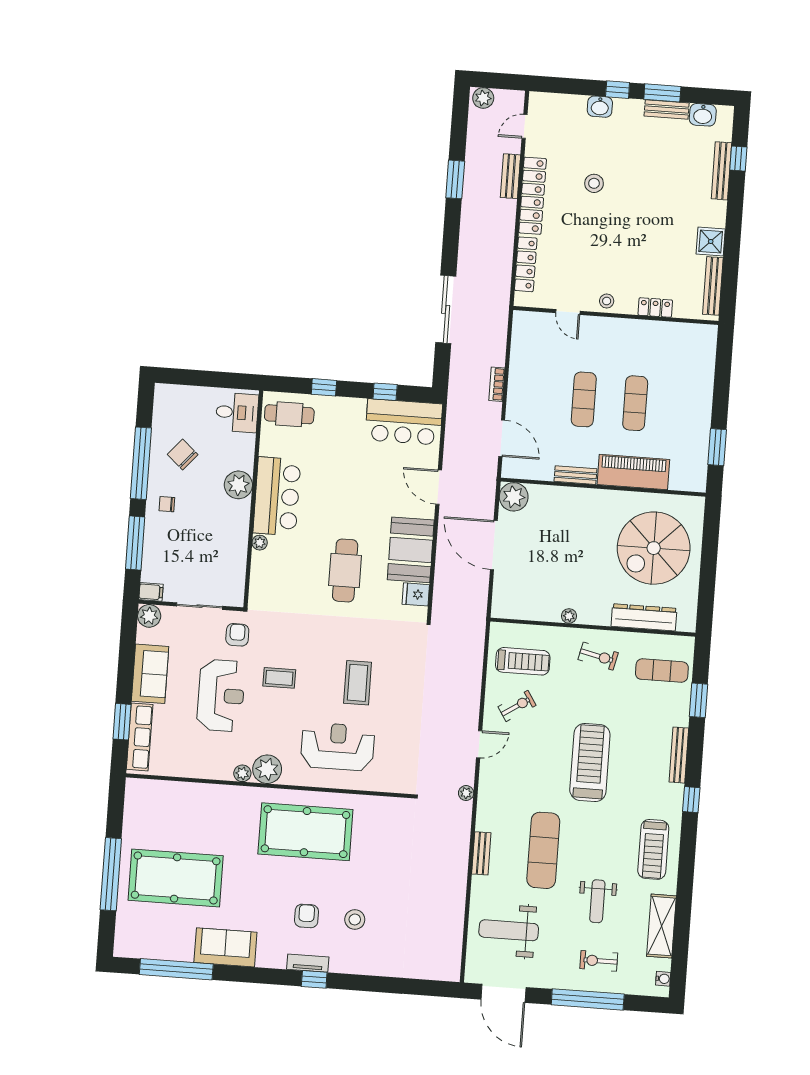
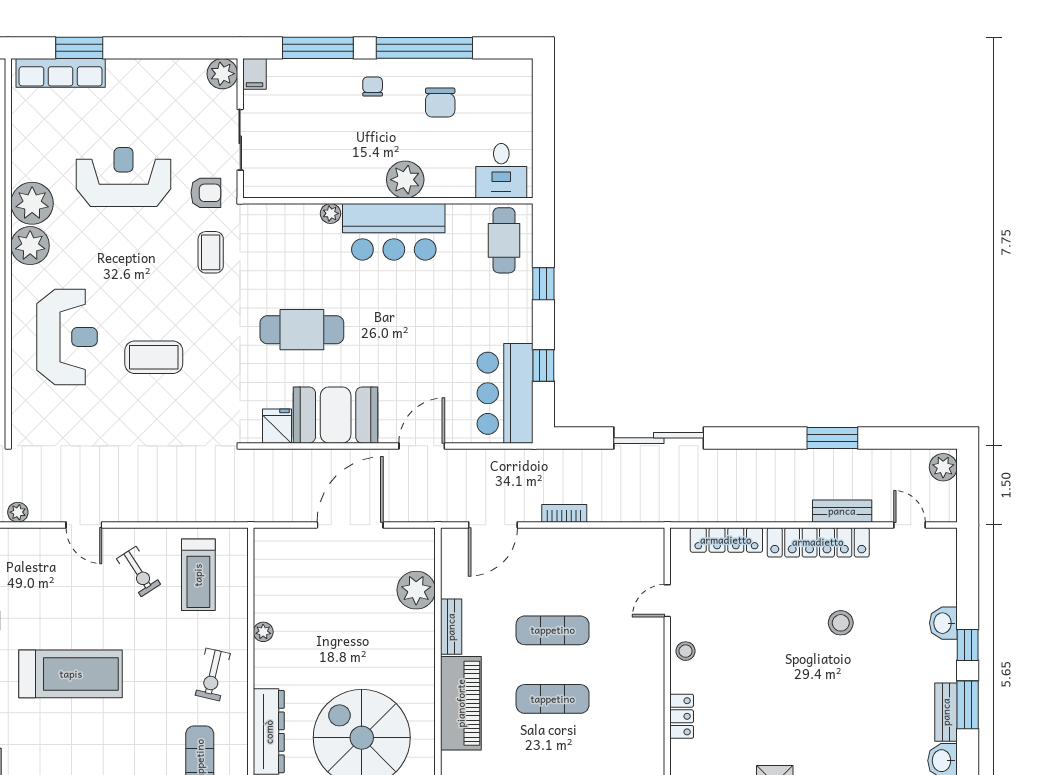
chair: (183, 454) -> (440, 102), turned 139
plant: (514, 497) -> (416, 590), moved
sofa: (150, 674) -> (145, 81), removed
coffee table: (279, 678) -> (211, 252), moved
reception desk: (221, 695) -> (124, 177), turned 180
plant: (242, 773) -> (32, 203), width x1.88, depth x1.88

